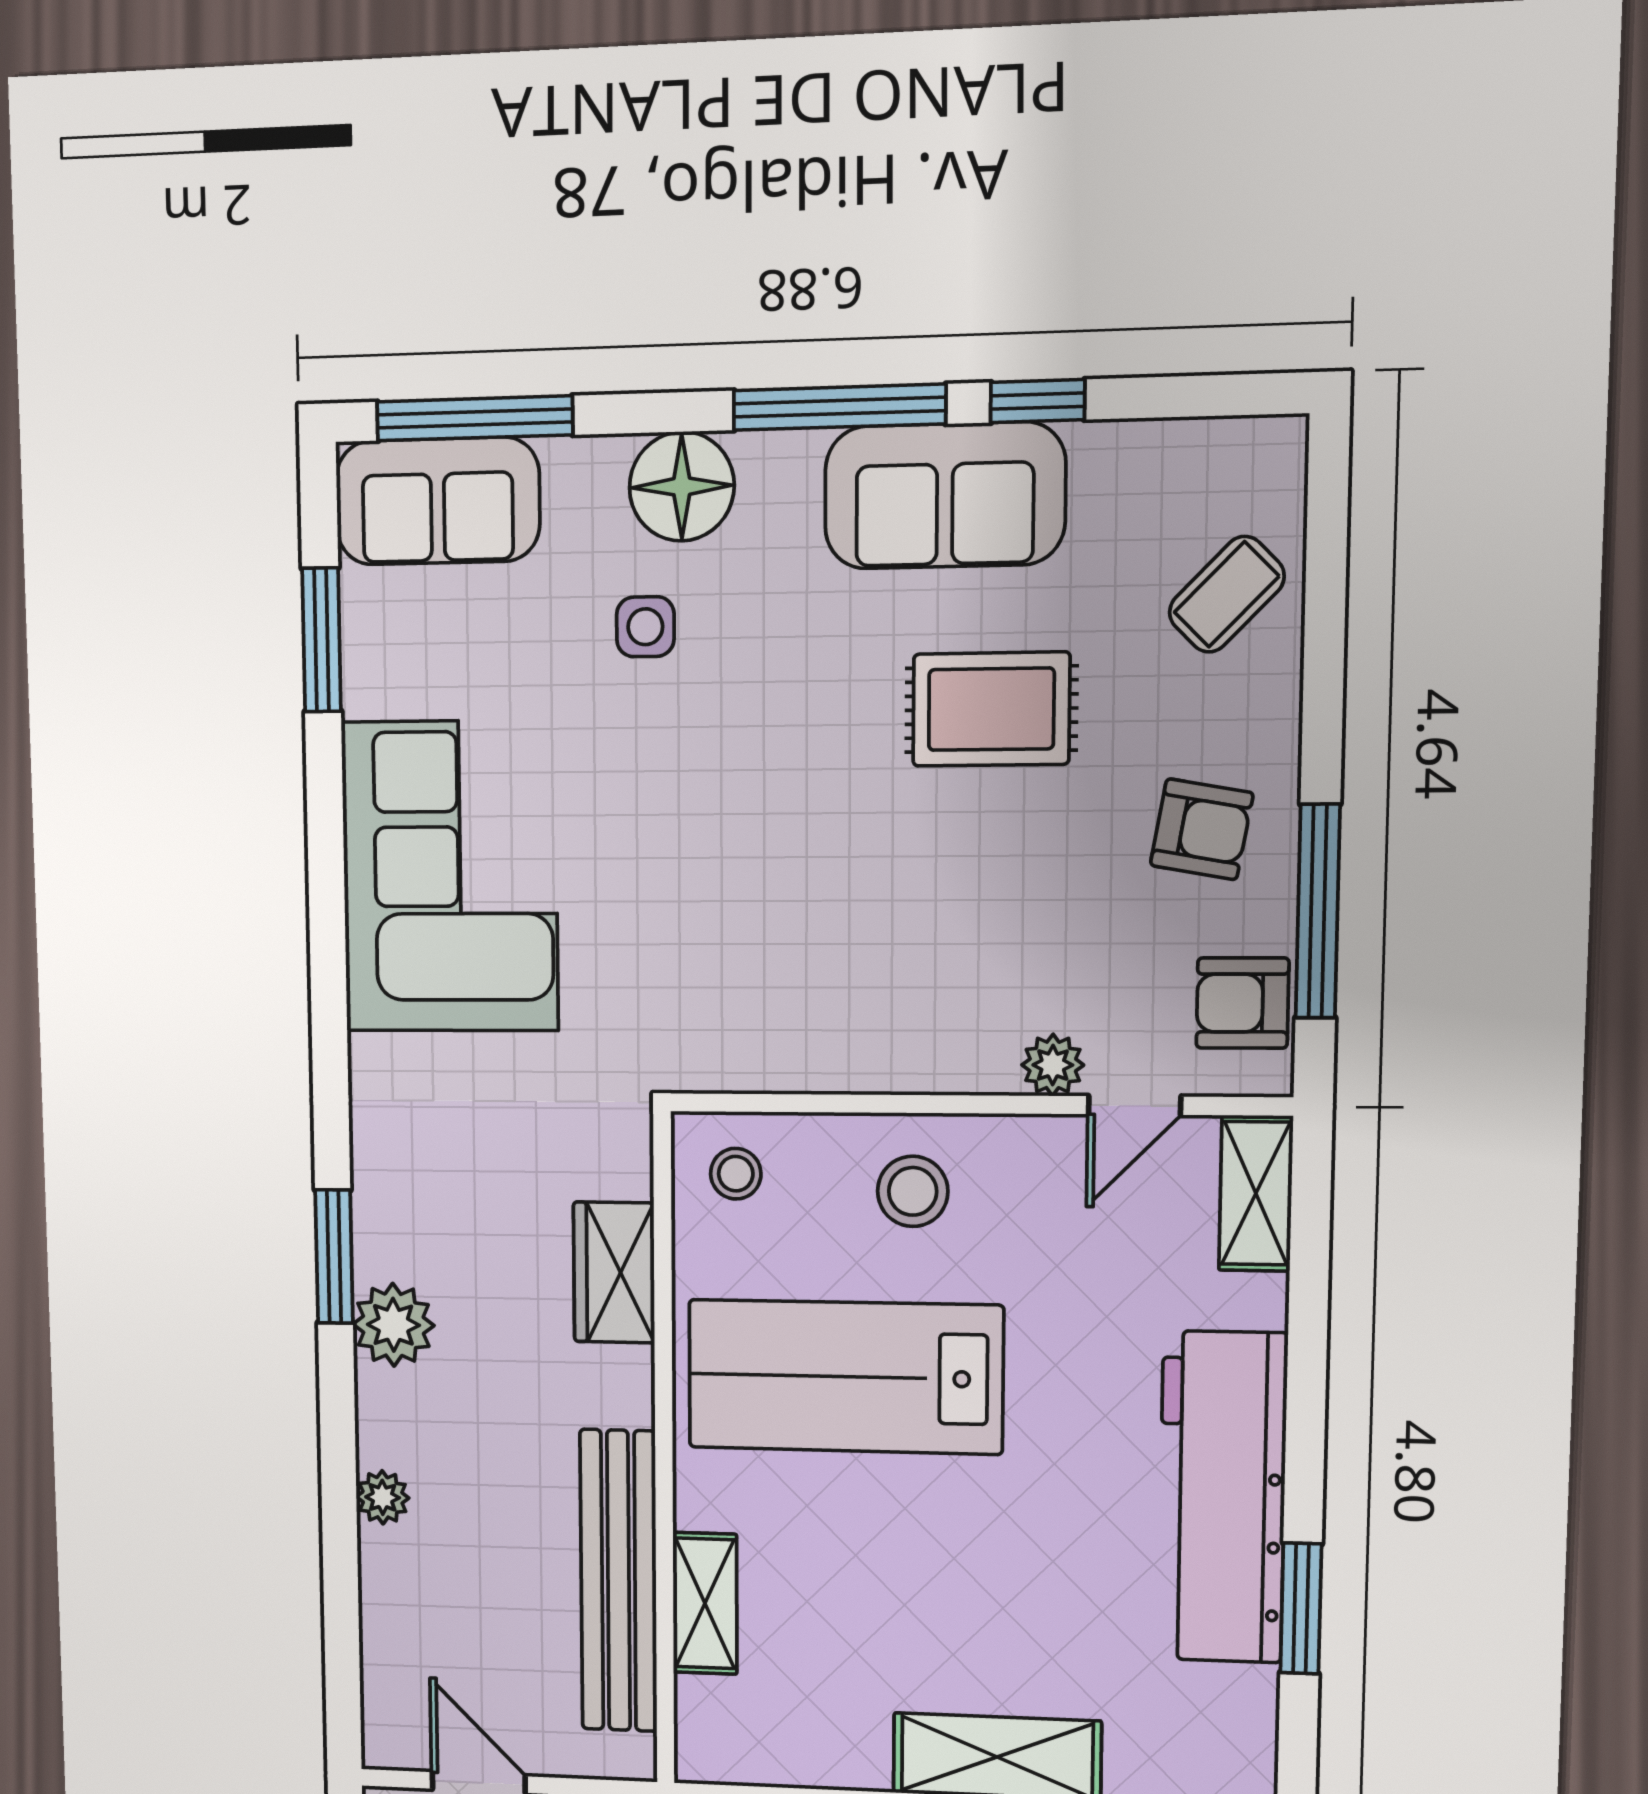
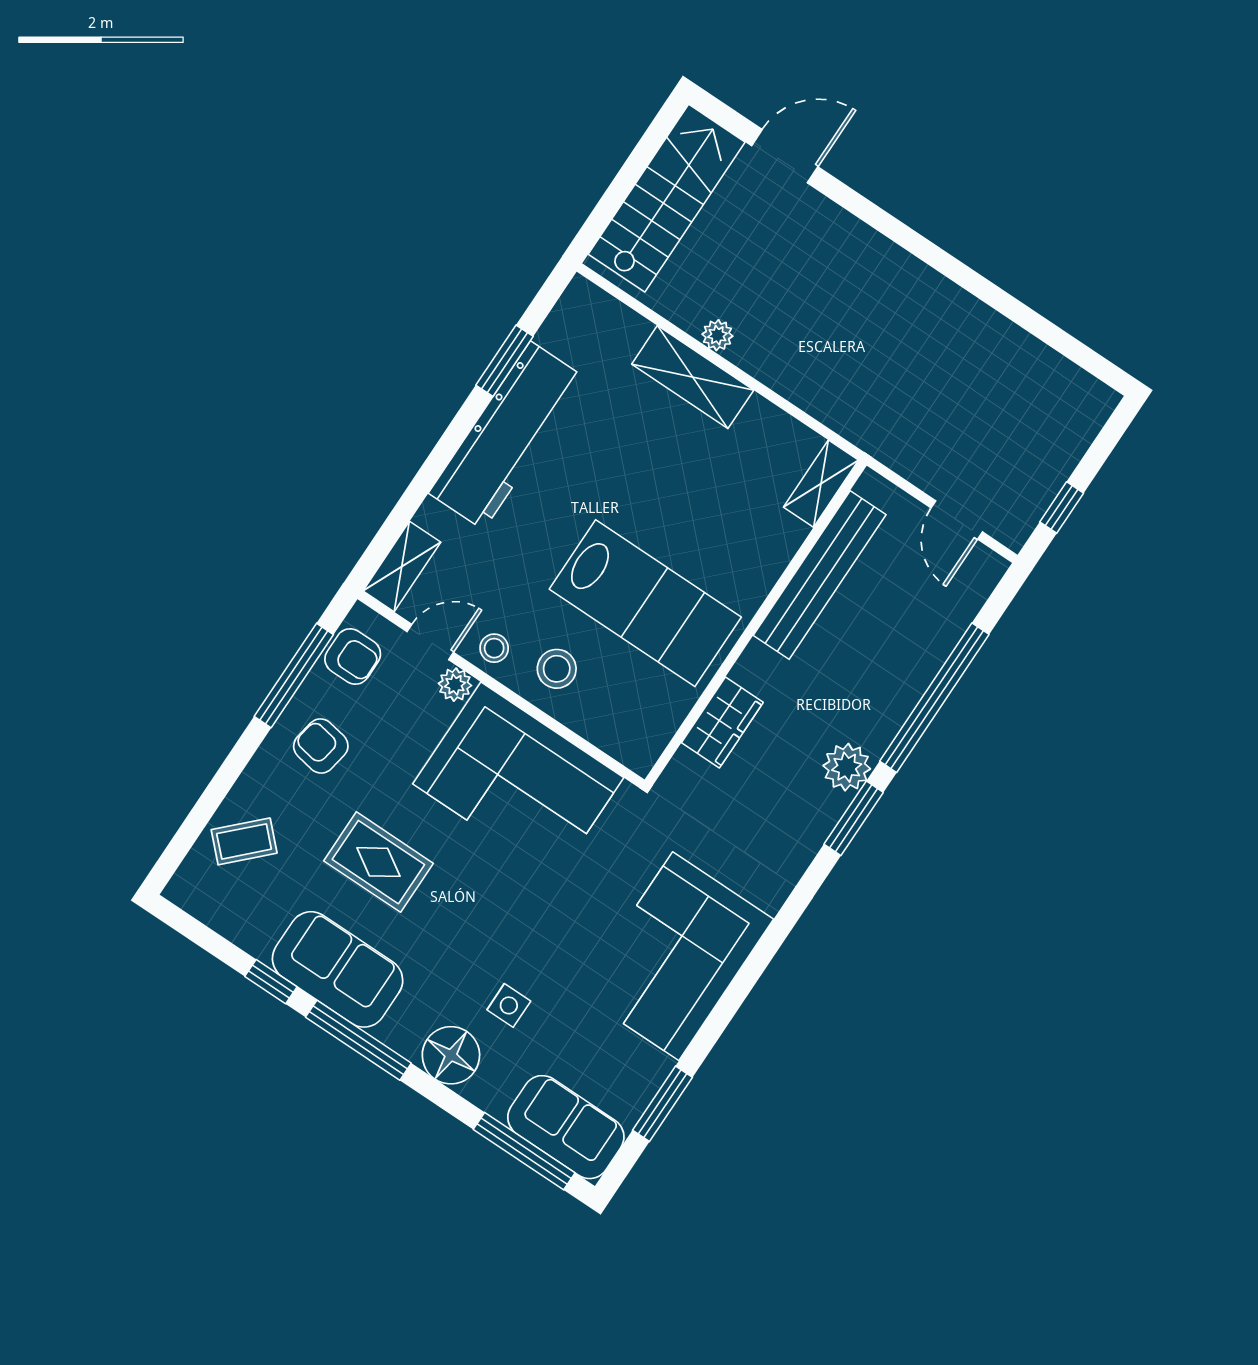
corner sofa: (859, 982) -> (518, 781), added
stool: (736, 1174) -> (494, 648), moved
plant: (383, 1497) -> (909, 689), removed
window: (339, 1507) -> (934, 698), added
shelving: (705, 1603) -> (821, 484), moved

